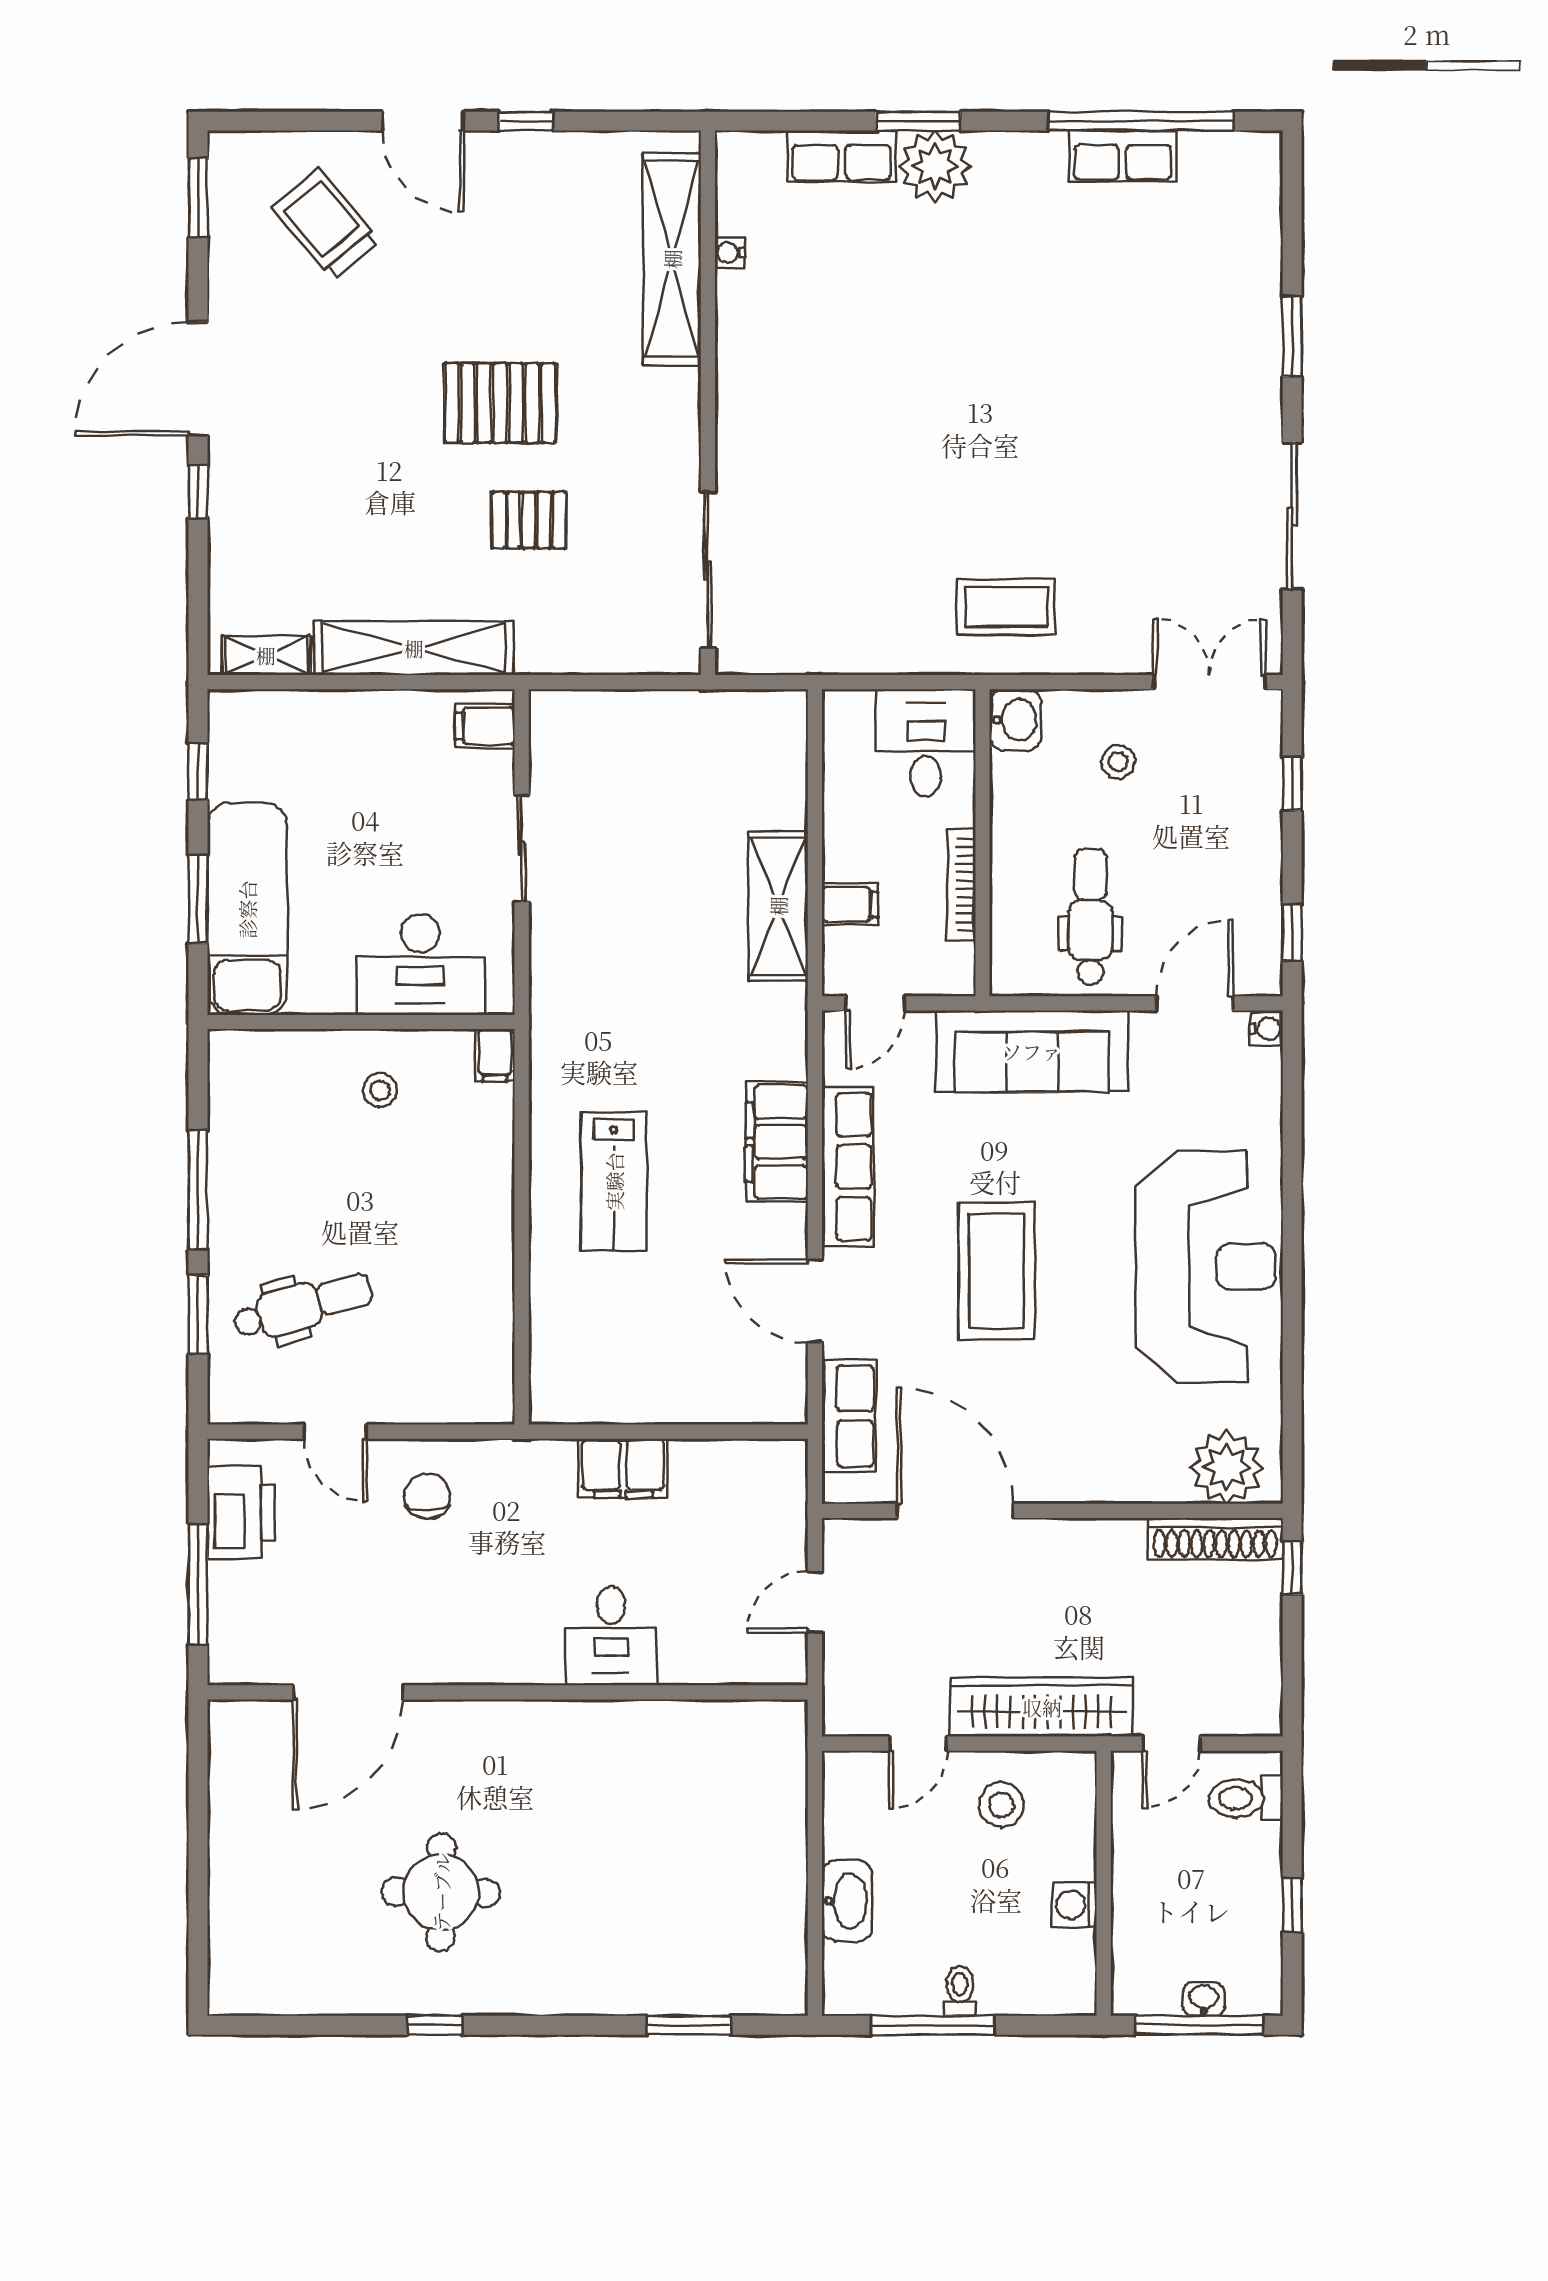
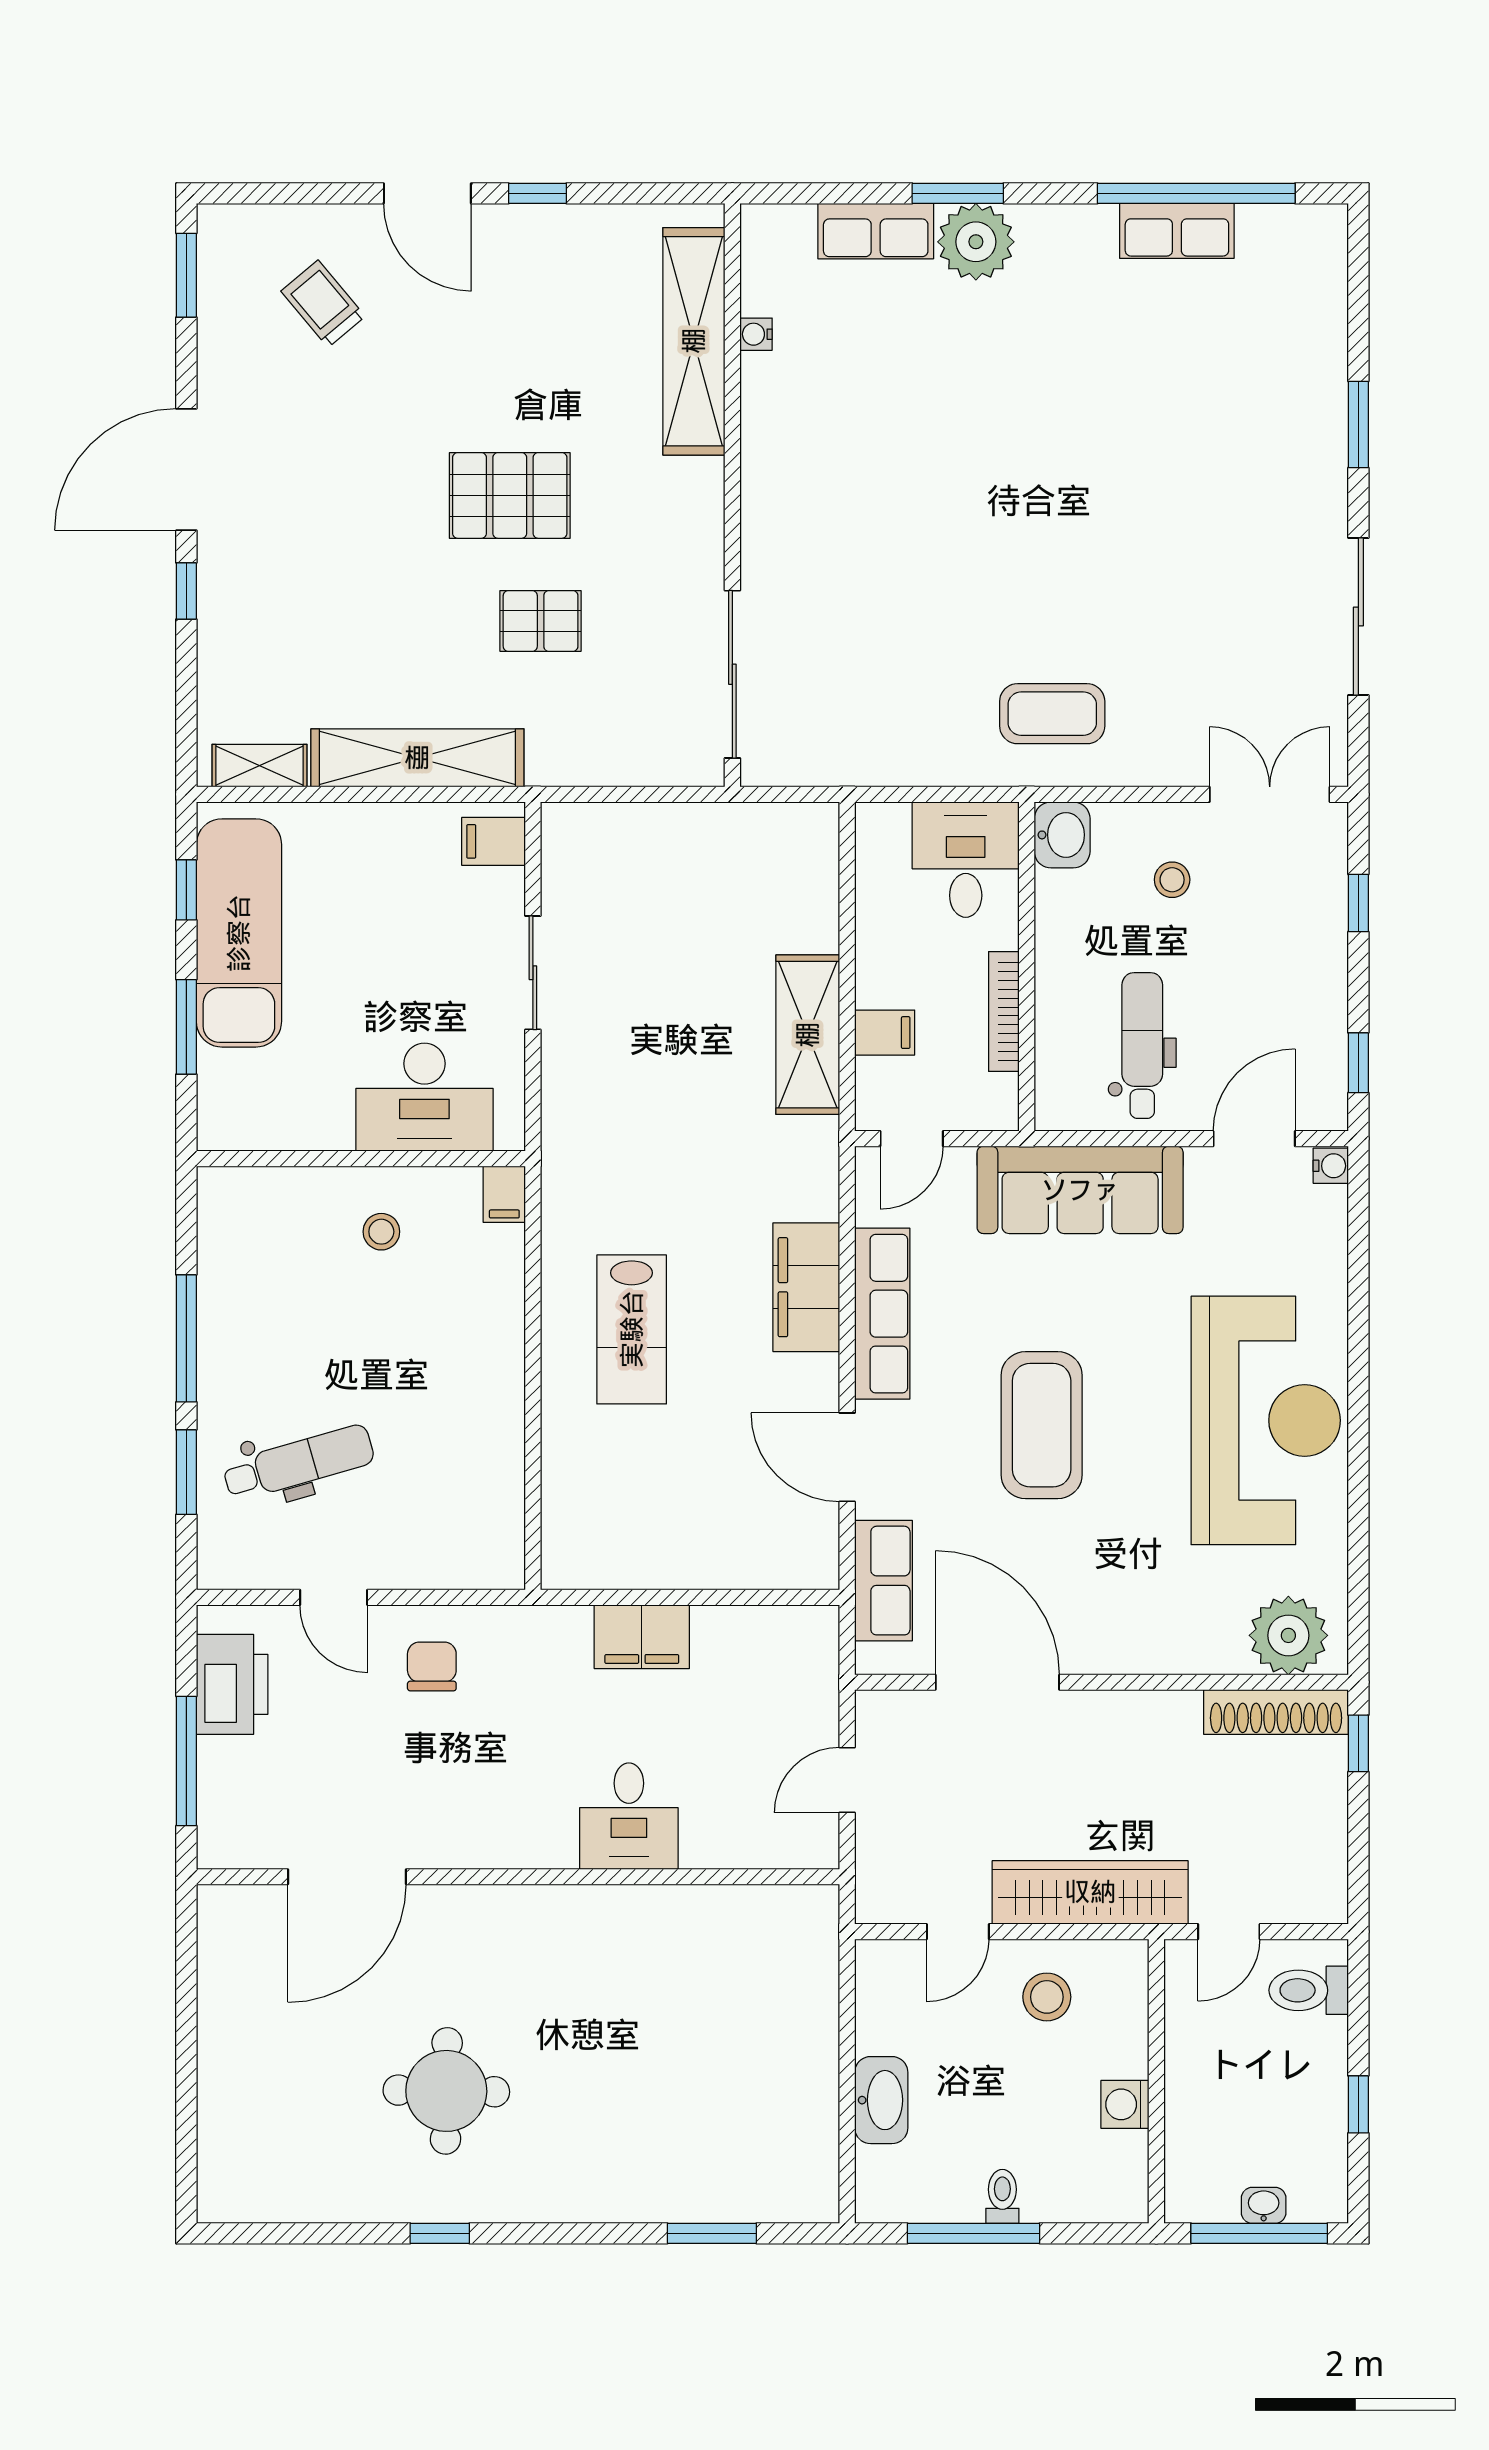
trolley: (326, 224) -> (323, 304), width x0.73, depth x0.72
exam couch: (247, 909) -> (239, 933), moved

